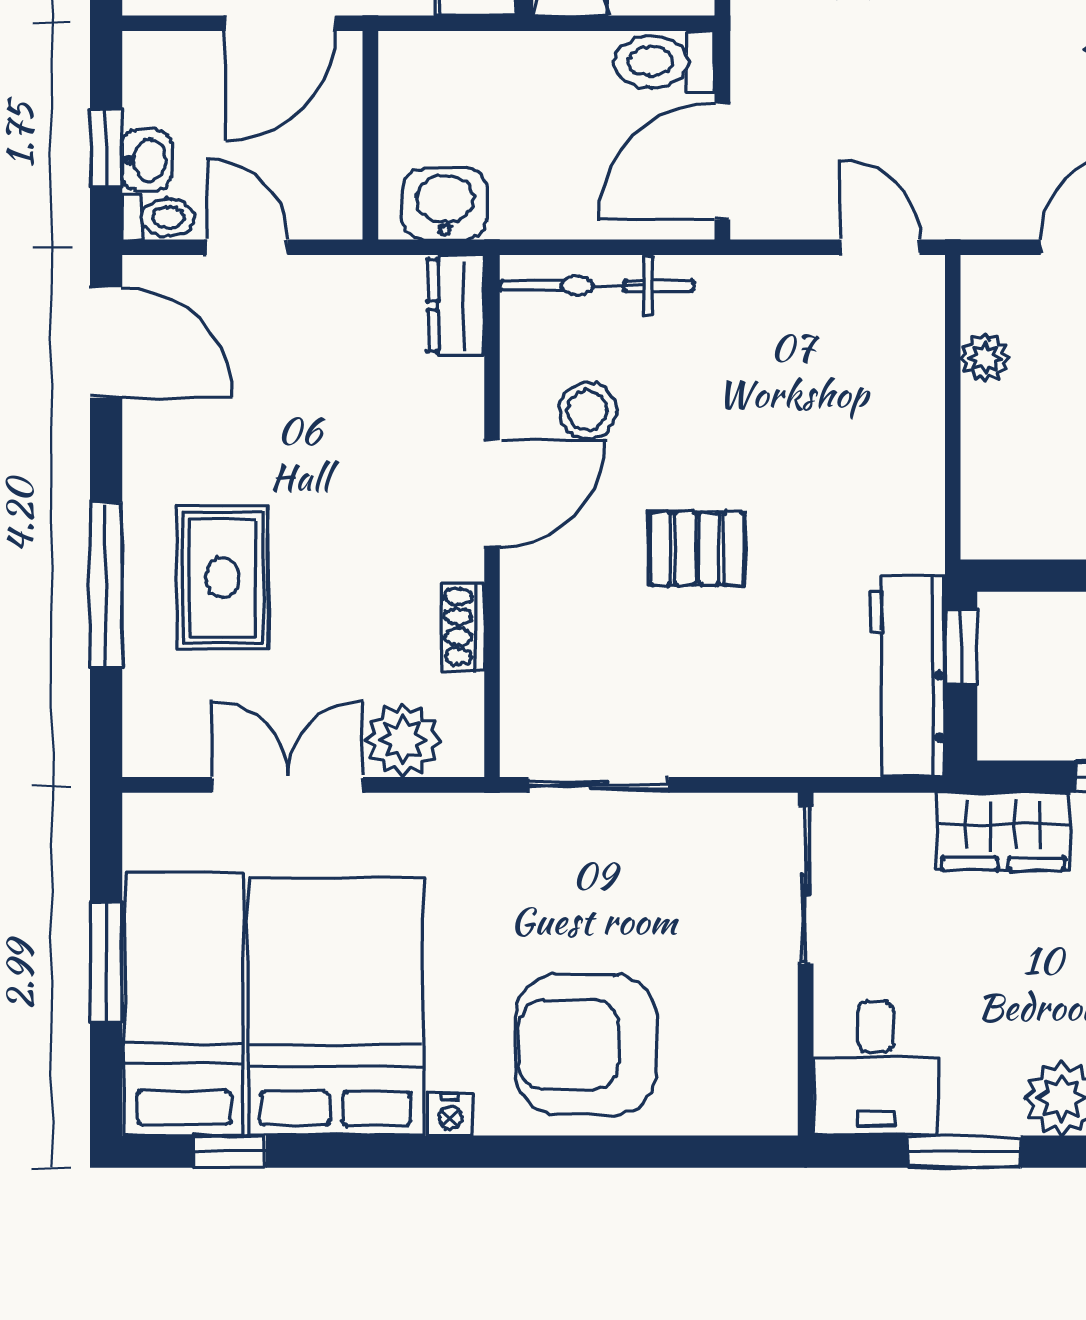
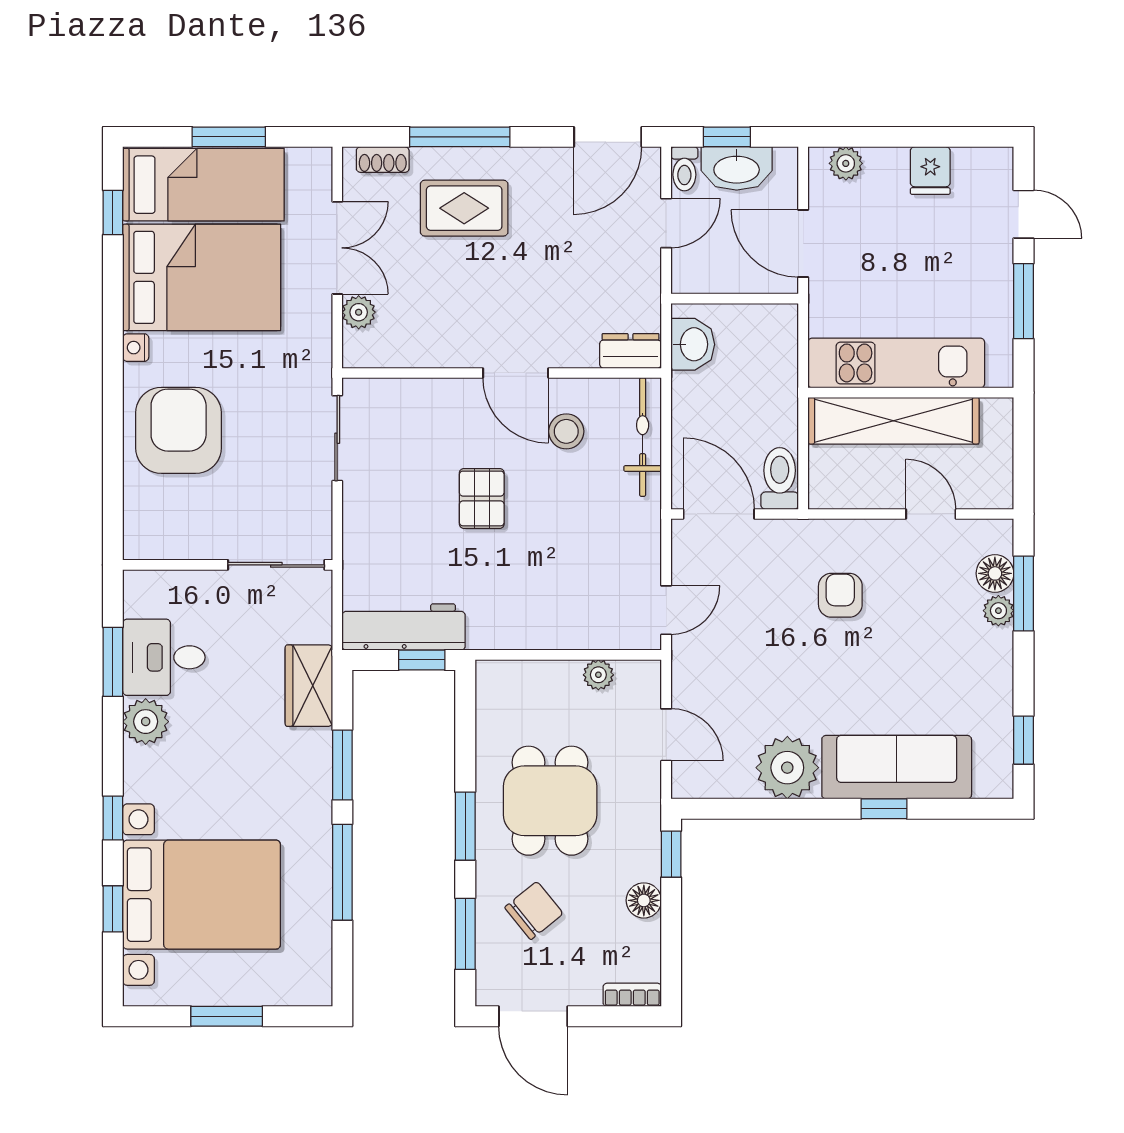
washbasin: (147, 160) -> (737, 168), width x1.91, depth x1.45
shoe rack: (463, 627) -> (383, 160), moved, turned 180
plant: (403, 740) -> (359, 312), width x0.73, depth x0.73
desk: (876, 1068) -> (164, 657), moved

